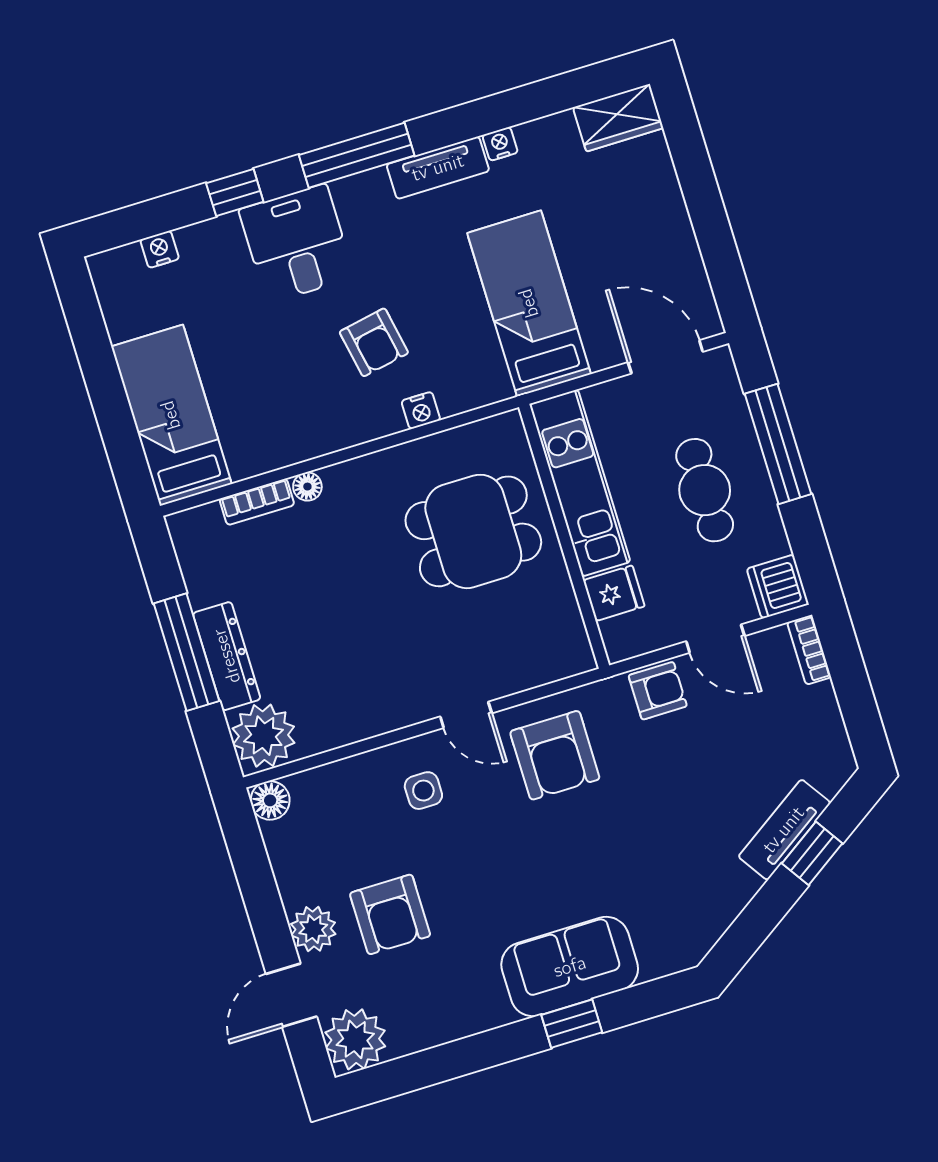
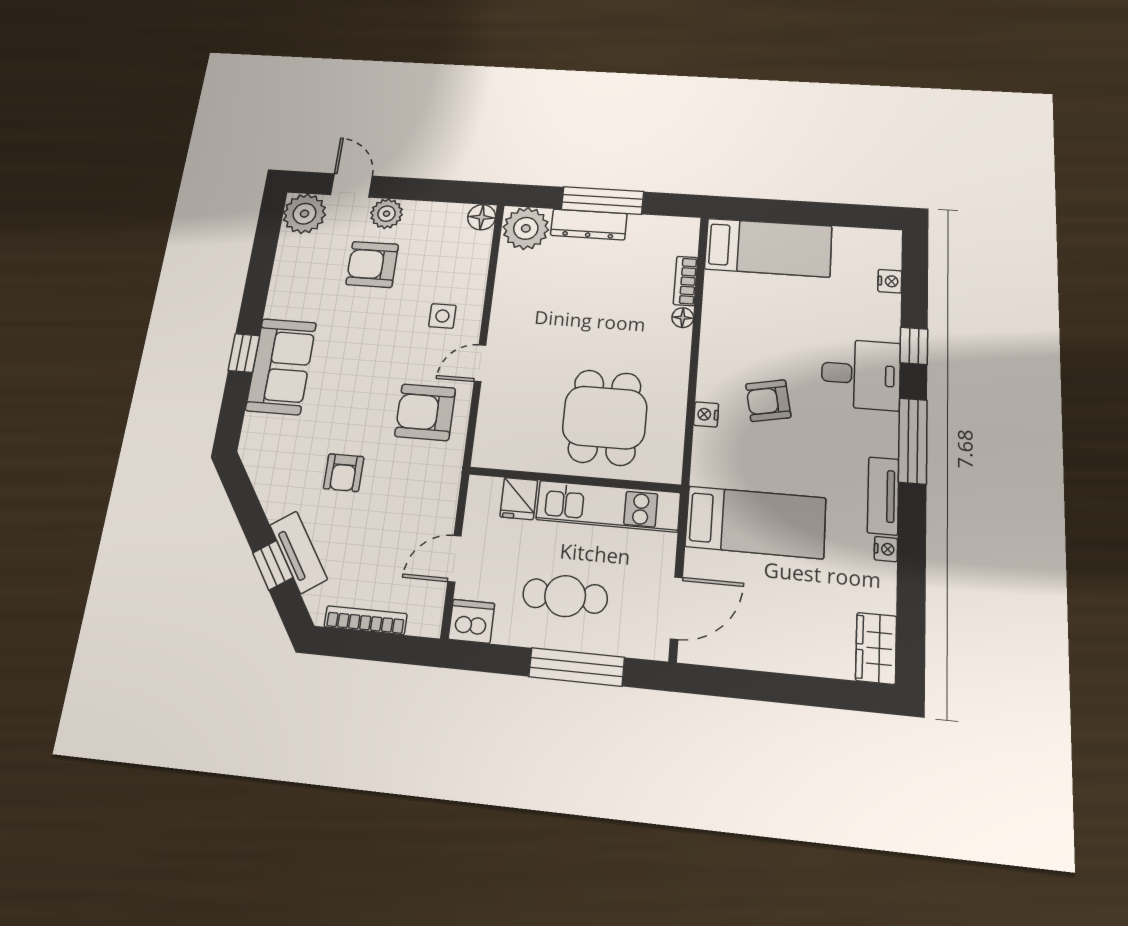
bookcase: (809, 650) -> (366, 620), moved, width x1.56
armchair: (658, 691) -> (344, 473), moved

